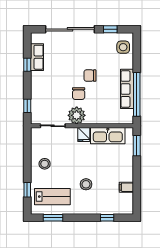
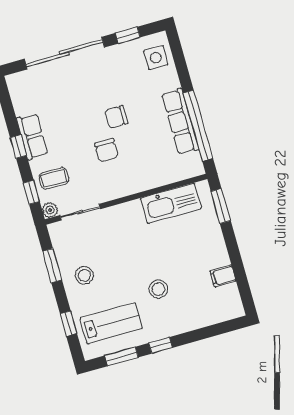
row of seats: (37, 57) -> (32, 136), moved
window: (27, 65) -> (18, 147), moved
coffee table: (43, 101) -> (54, 178), added
plant: (77, 115) -> (50, 210), moved, width x0.53, depth x0.53
fridge: (84, 135) -> (133, 212), removed
window: (27, 153) -> (52, 266), added
window: (107, 218) -> (161, 345), moved

